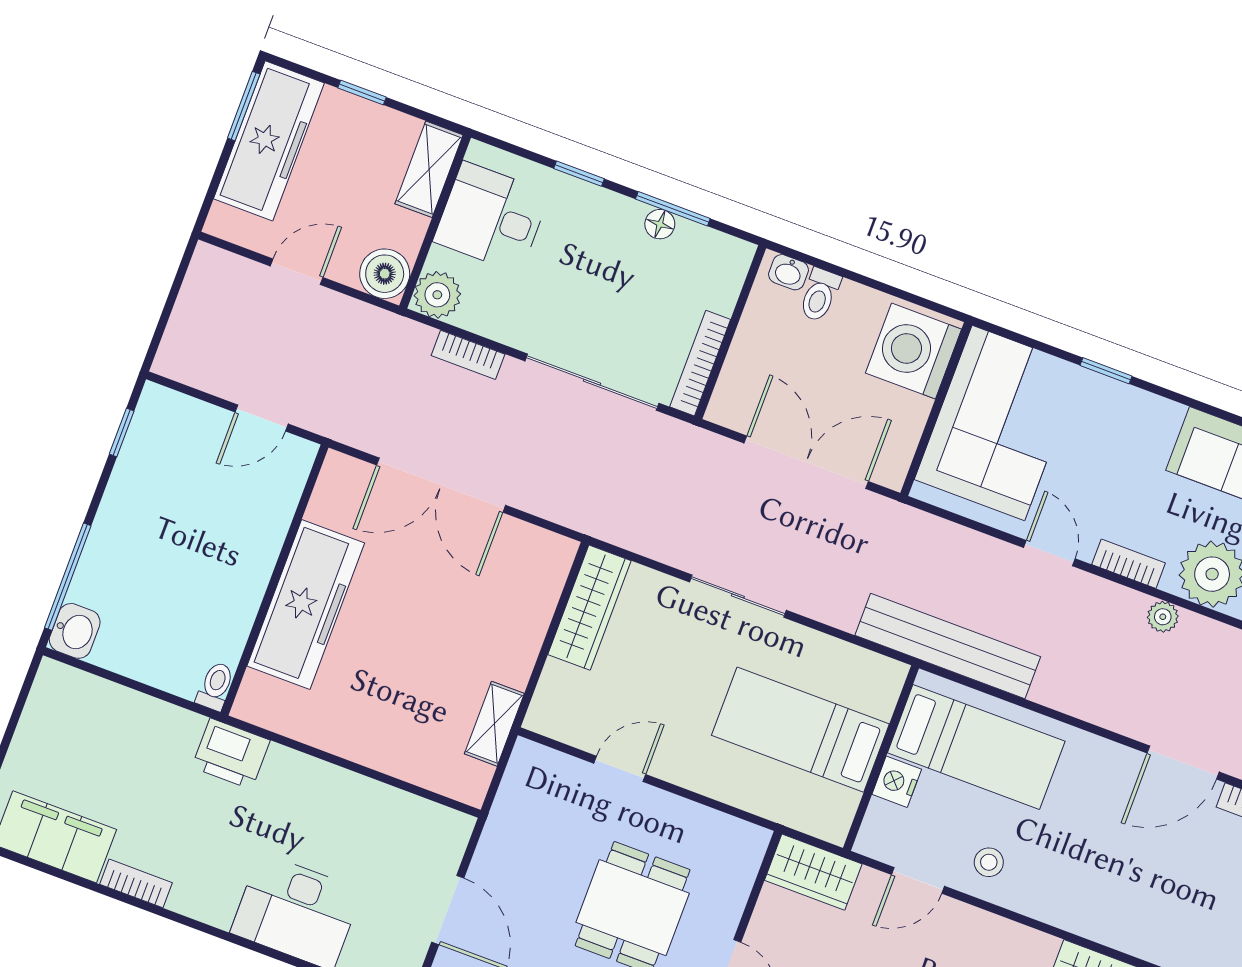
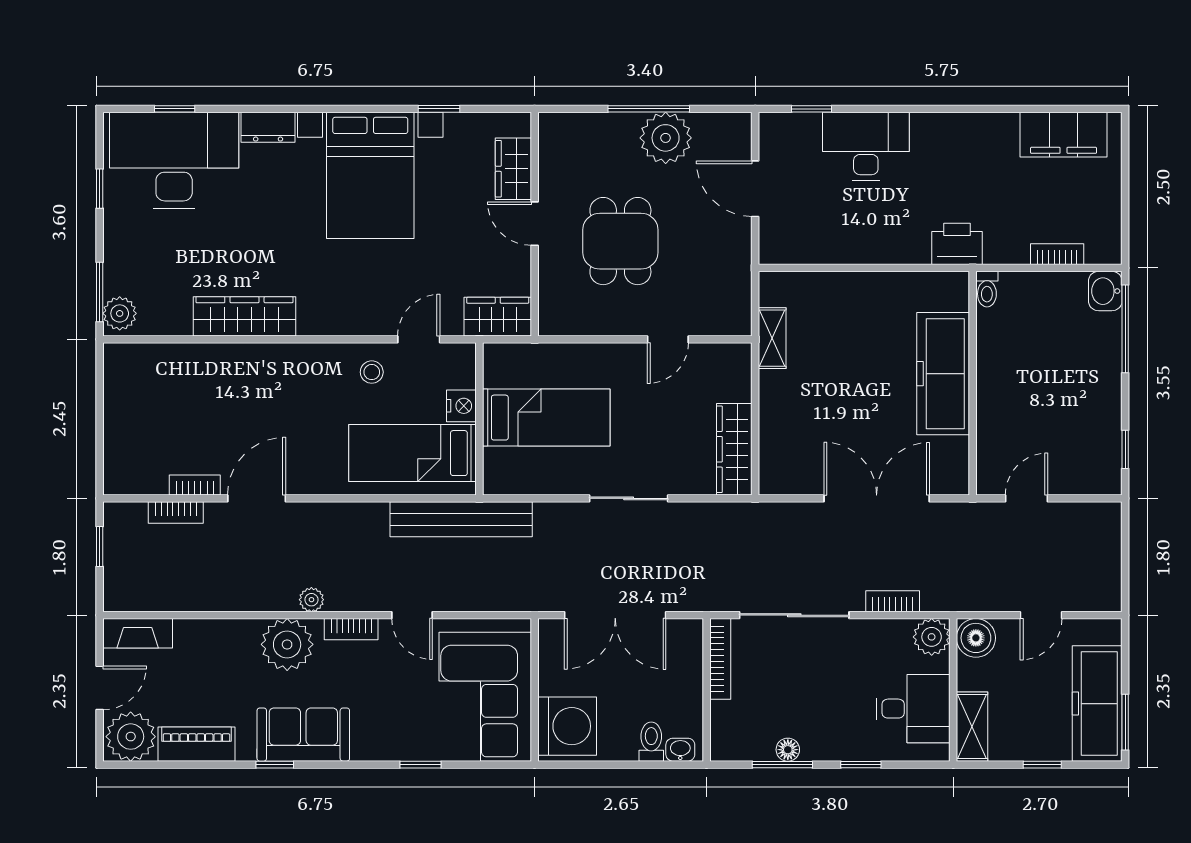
bookcase: (136, 883) -> (1057, 254), moved, turned 180

